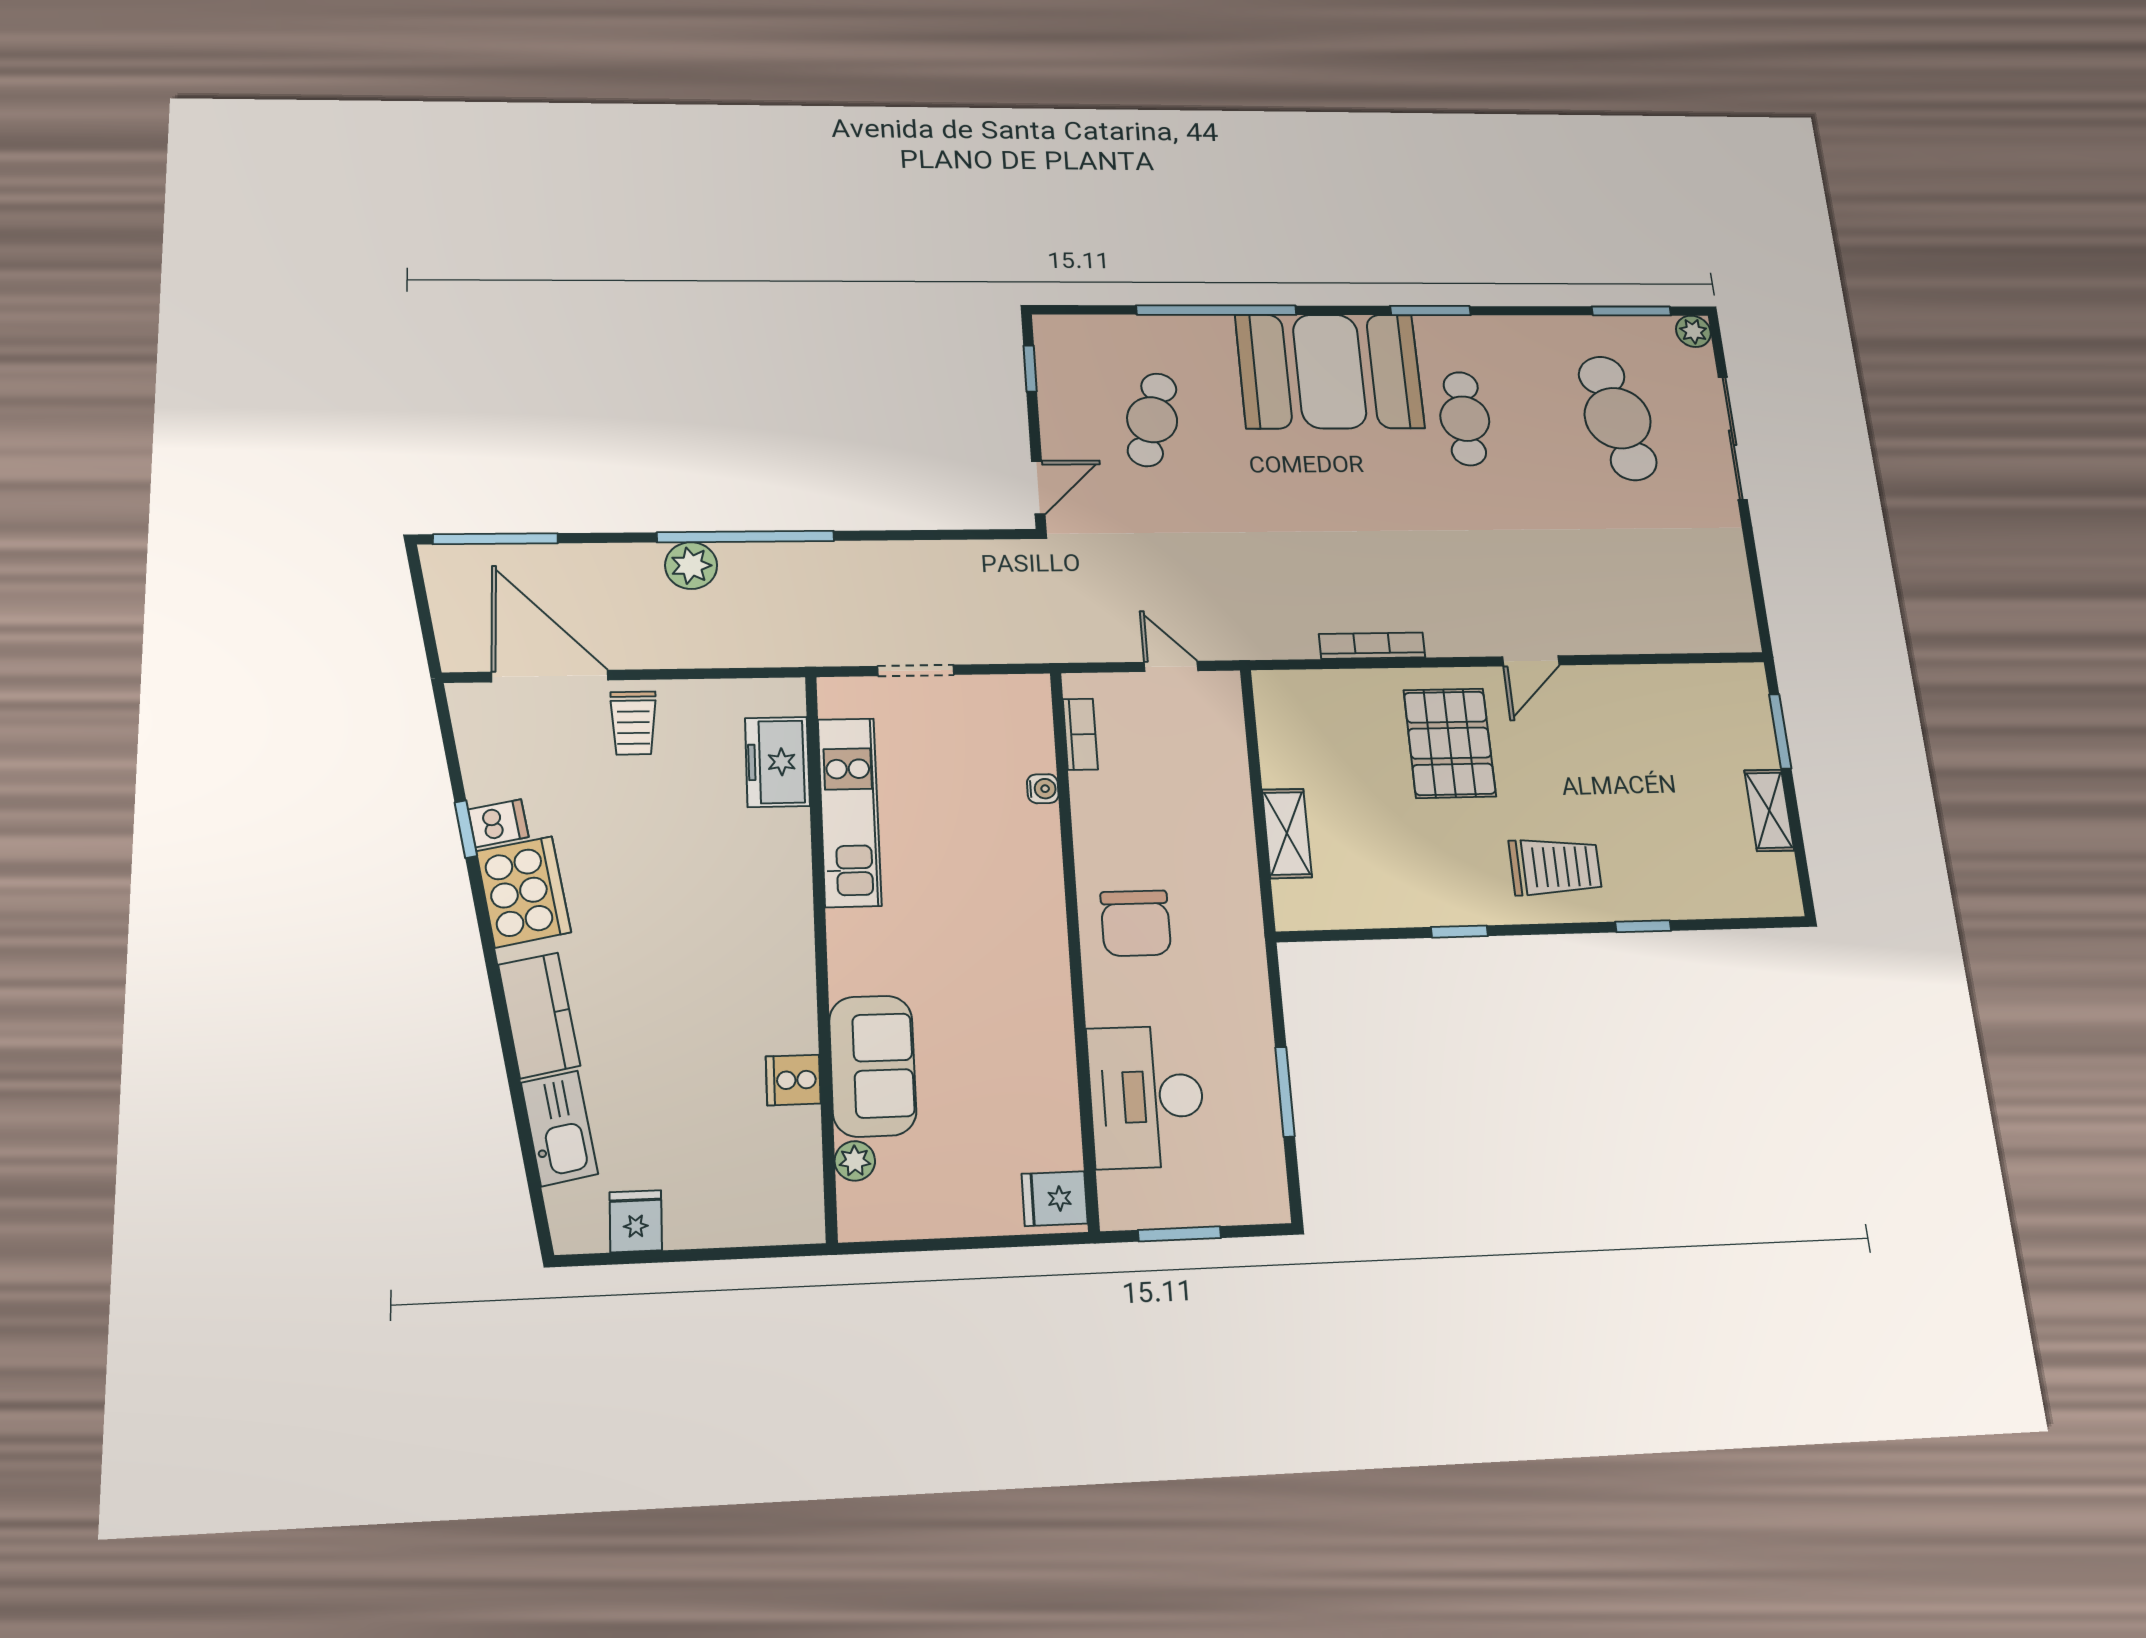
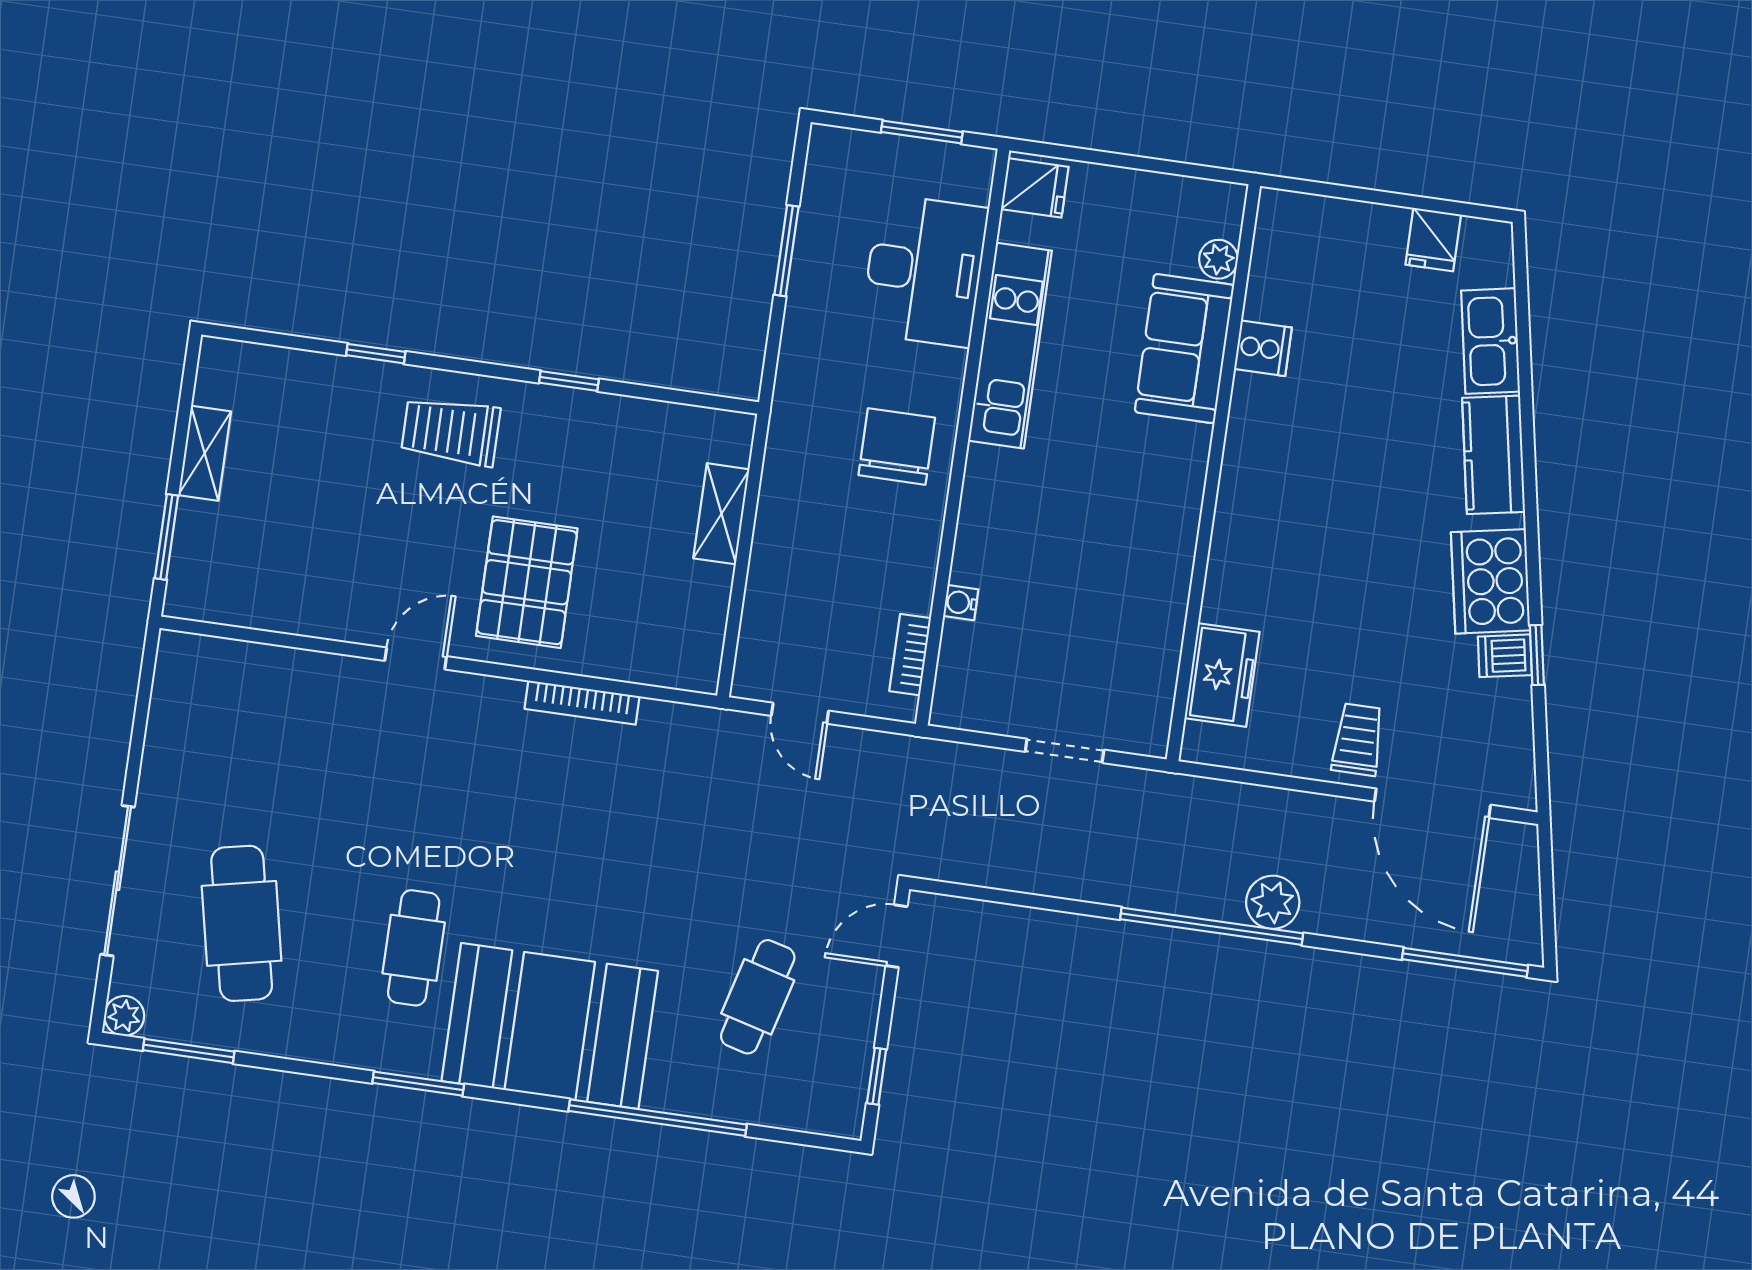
kitchen unit: (850, 812) -> (1010, 346), moved, turned 180

